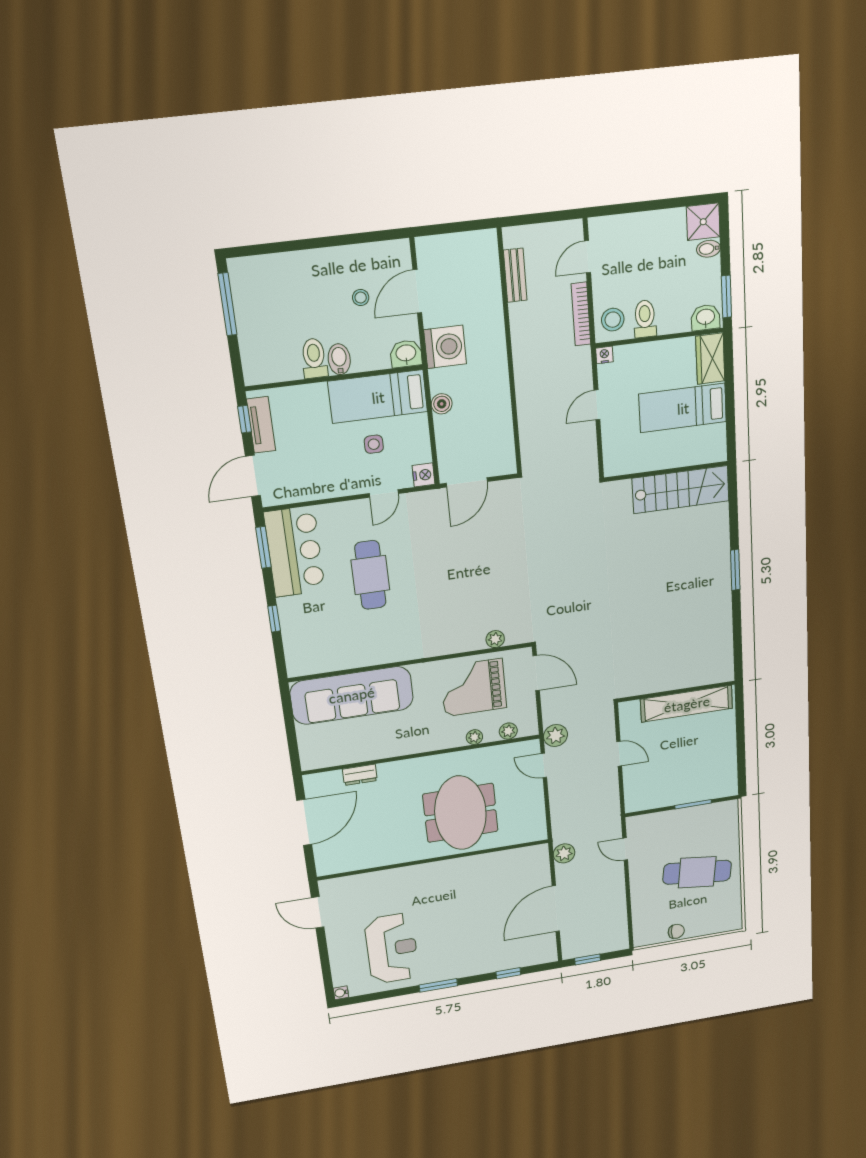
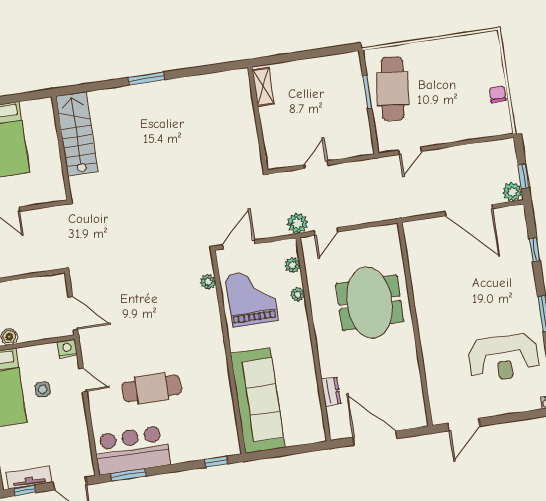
window: (274, 619) -> (216, 462), moved
grand piano: (473, 687) -> (252, 298), turned 180
shelving: (687, 704) -> (263, 87), width x0.45, depth x0.75
meeting table: (460, 813) -> (370, 303), turned 90
plant: (564, 853) -> (512, 192), moved
cafe table: (697, 872) -> (393, 89), moved
reception desk: (392, 948) -> (503, 358), turned 180

